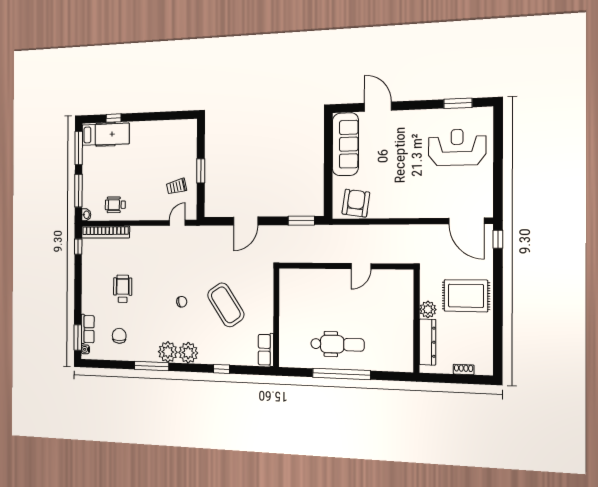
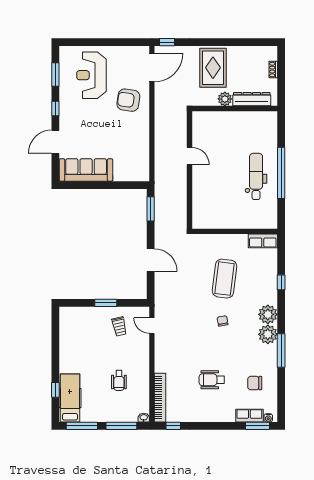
window: (417, 105) -> (55, 109), added
armchair: (356, 203) -> (128, 100), moved
wheelchair: (115, 205) -> (119, 380), moved
coffee table: (226, 305) -> (224, 279), turned -49

